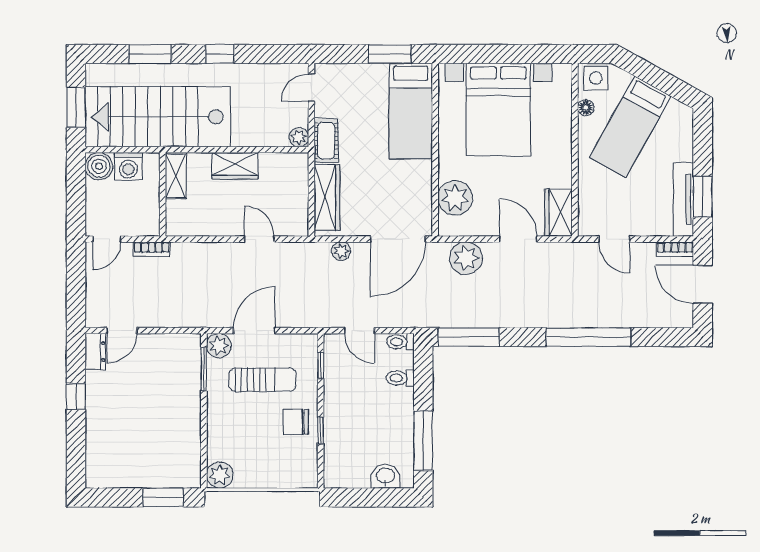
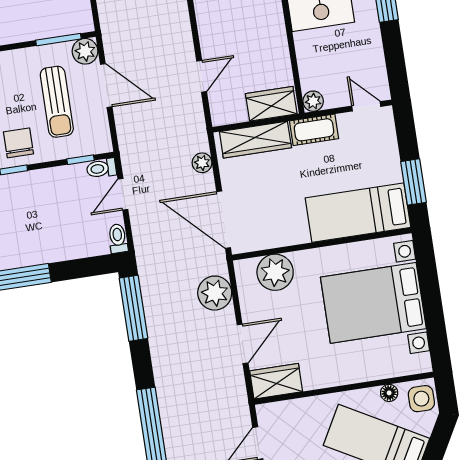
wardrobe: (235, 166) -> (271, 104), moved, turned 90
toilet: (400, 378) -> (101, 168), moved, turned -90

